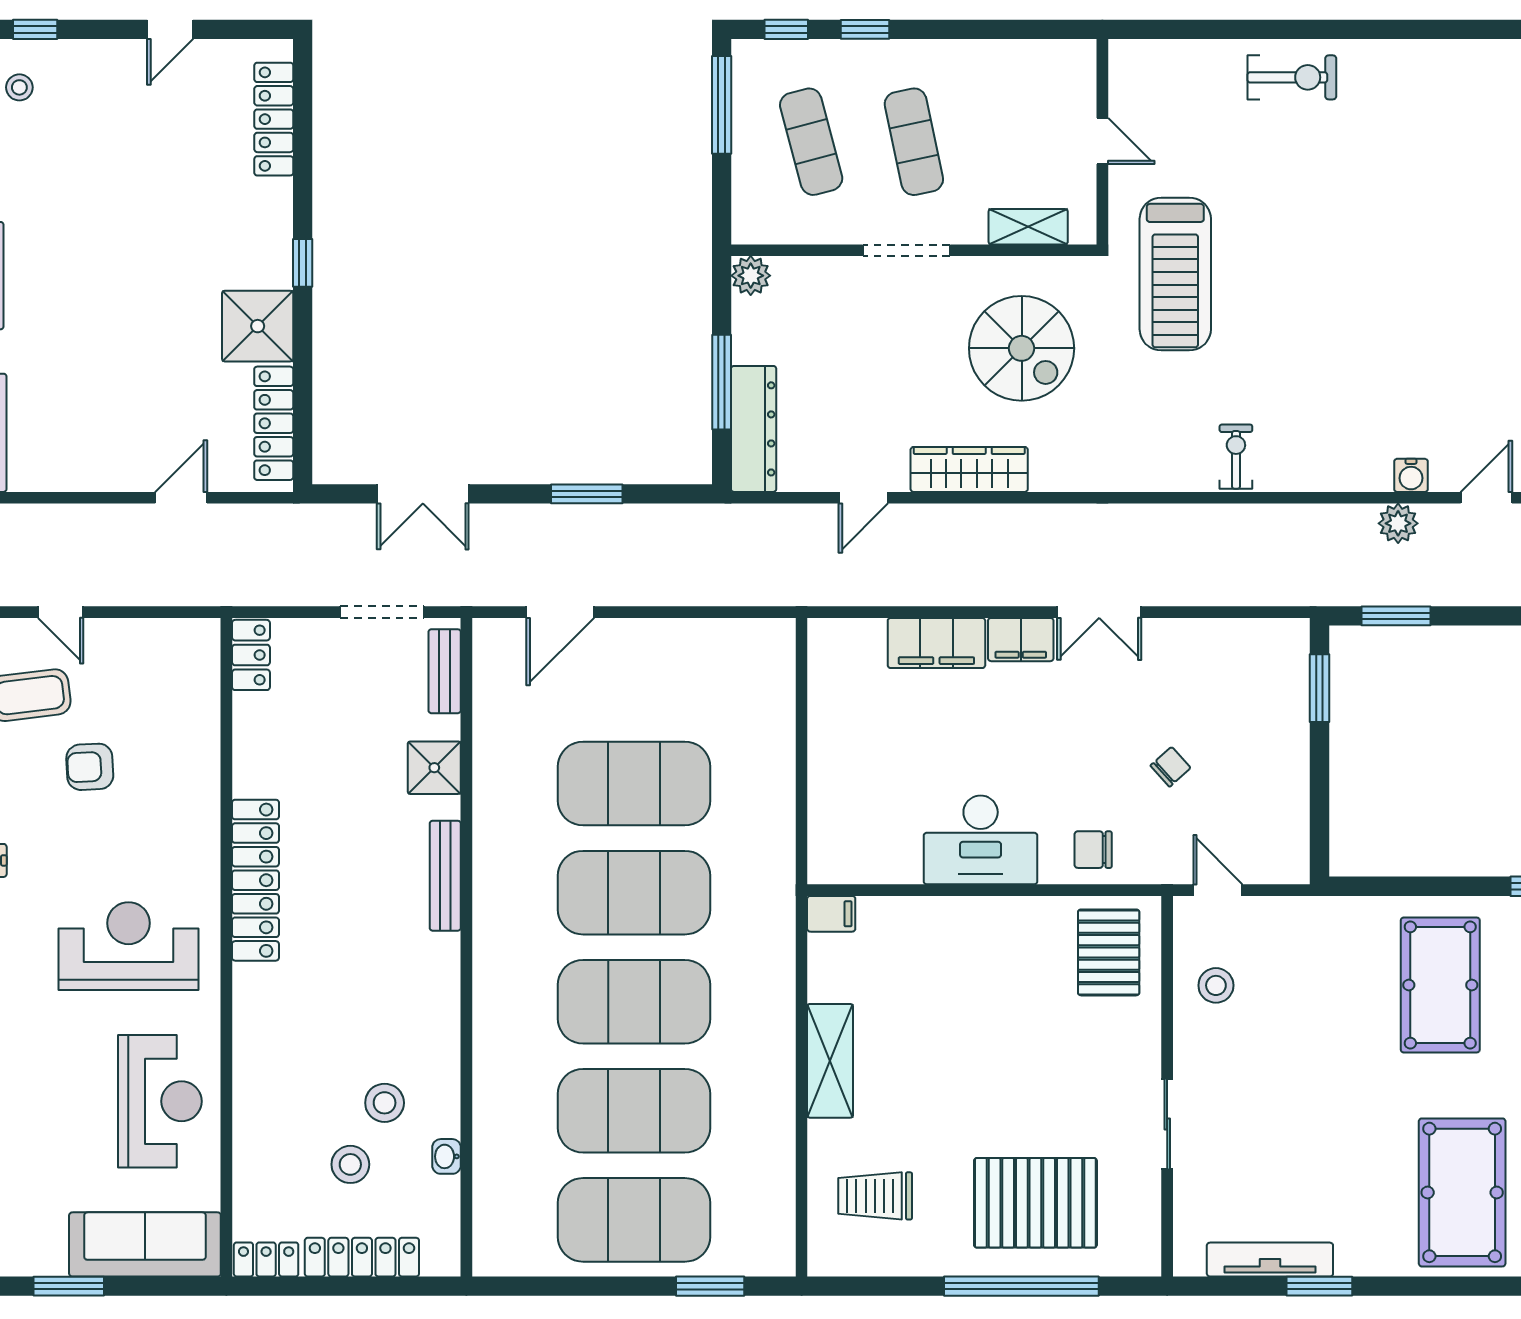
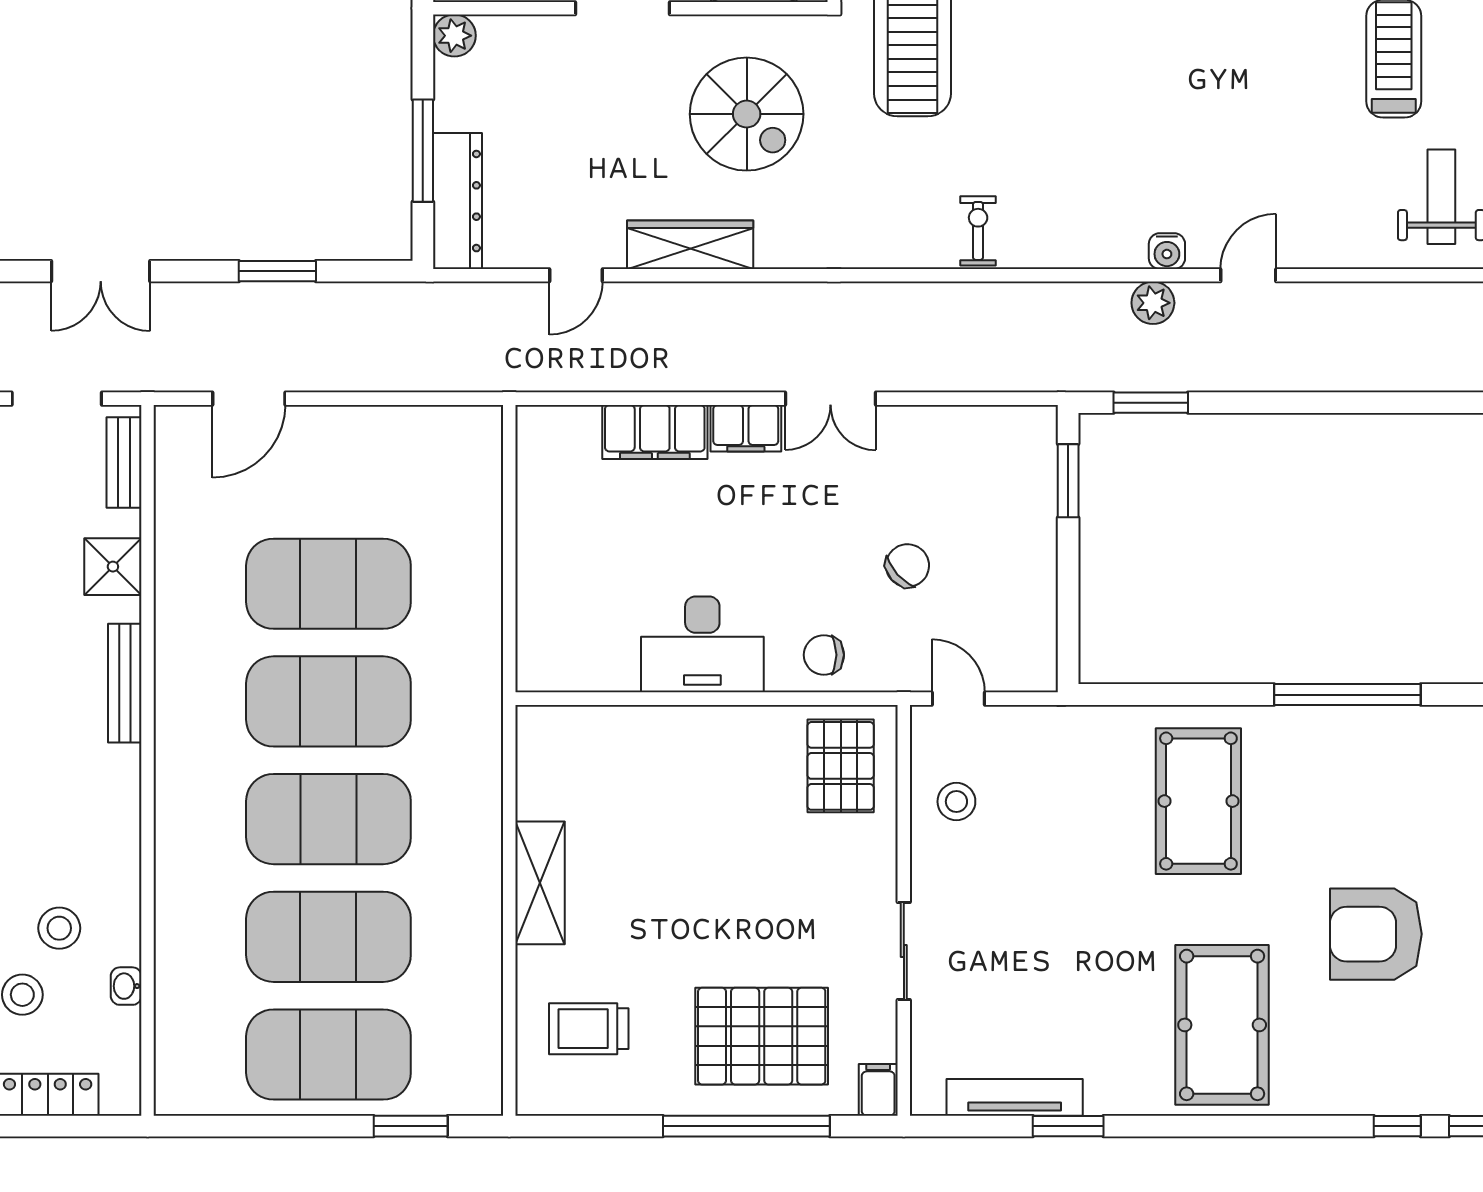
chair: (1171, 767) -> (907, 566), width x1.37, depth x1.37
filing cabinet: (831, 914) -> (878, 1090), moved, turned -90

